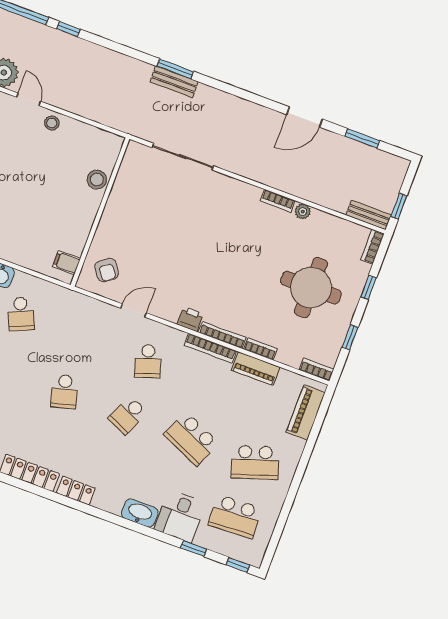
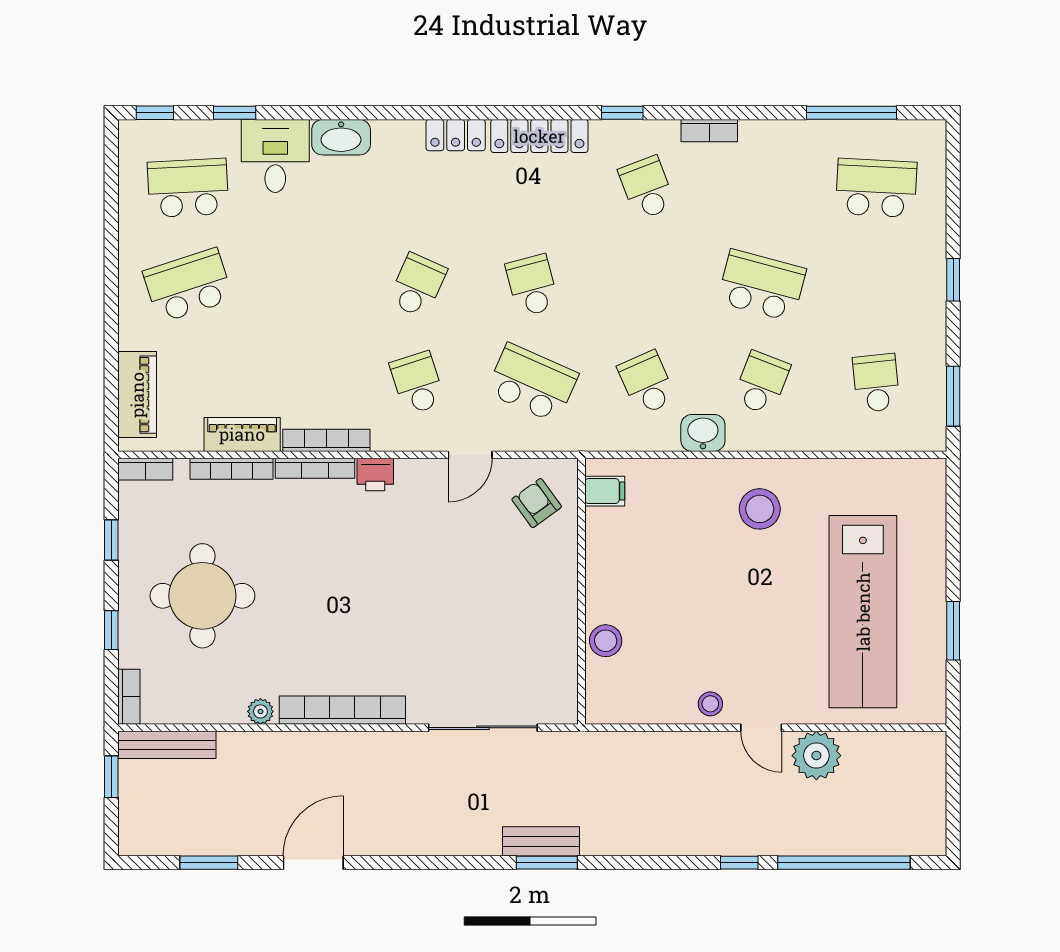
bookcase: (278, 201) -> (342, 710), width x2.31, depth x1.31
bench: (369, 215) -> (167, 745), width x1.36
bookcase: (260, 349) -> (231, 469), width x1.56
school desk: (191, 439) -> (532, 383), moved

